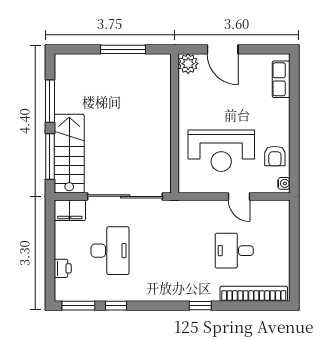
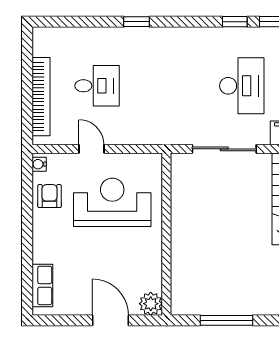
sliding door: (125, 196) -> (224, 149), width x0.73
desk: (110, 251) -> (242, 86), turned 180
bookcase: (254, 294) -> (41, 97), moved, turned -90

